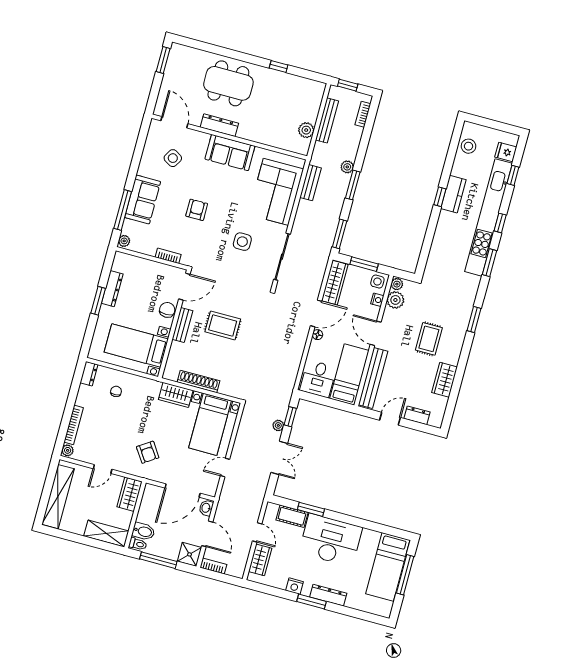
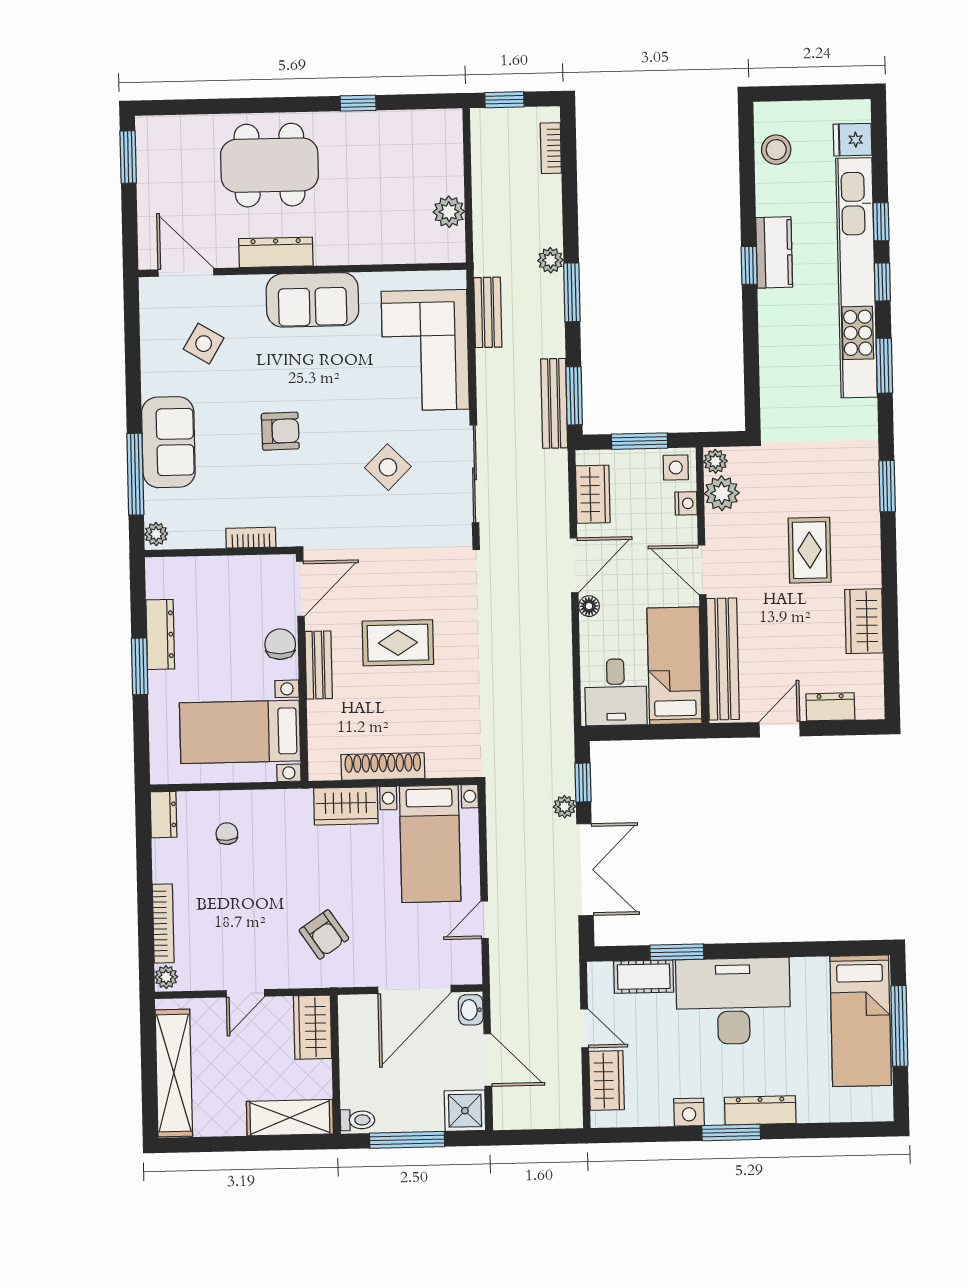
bench: (327, 120) -> (554, 403), moved
window: (513, 175) -> (881, 222), moved
armchair: (197, 210) -> (280, 431), turned 89
side table: (242, 242) -> (388, 467), turned 45
wardrobe: (335, 283) -> (593, 494), width x0.67
double door: (279, 458) -> (585, 870), width x1.37
bidet: (143, 531) -> (361, 1092), removed
bookcase: (213, 566) -> (518, 1119), removed

